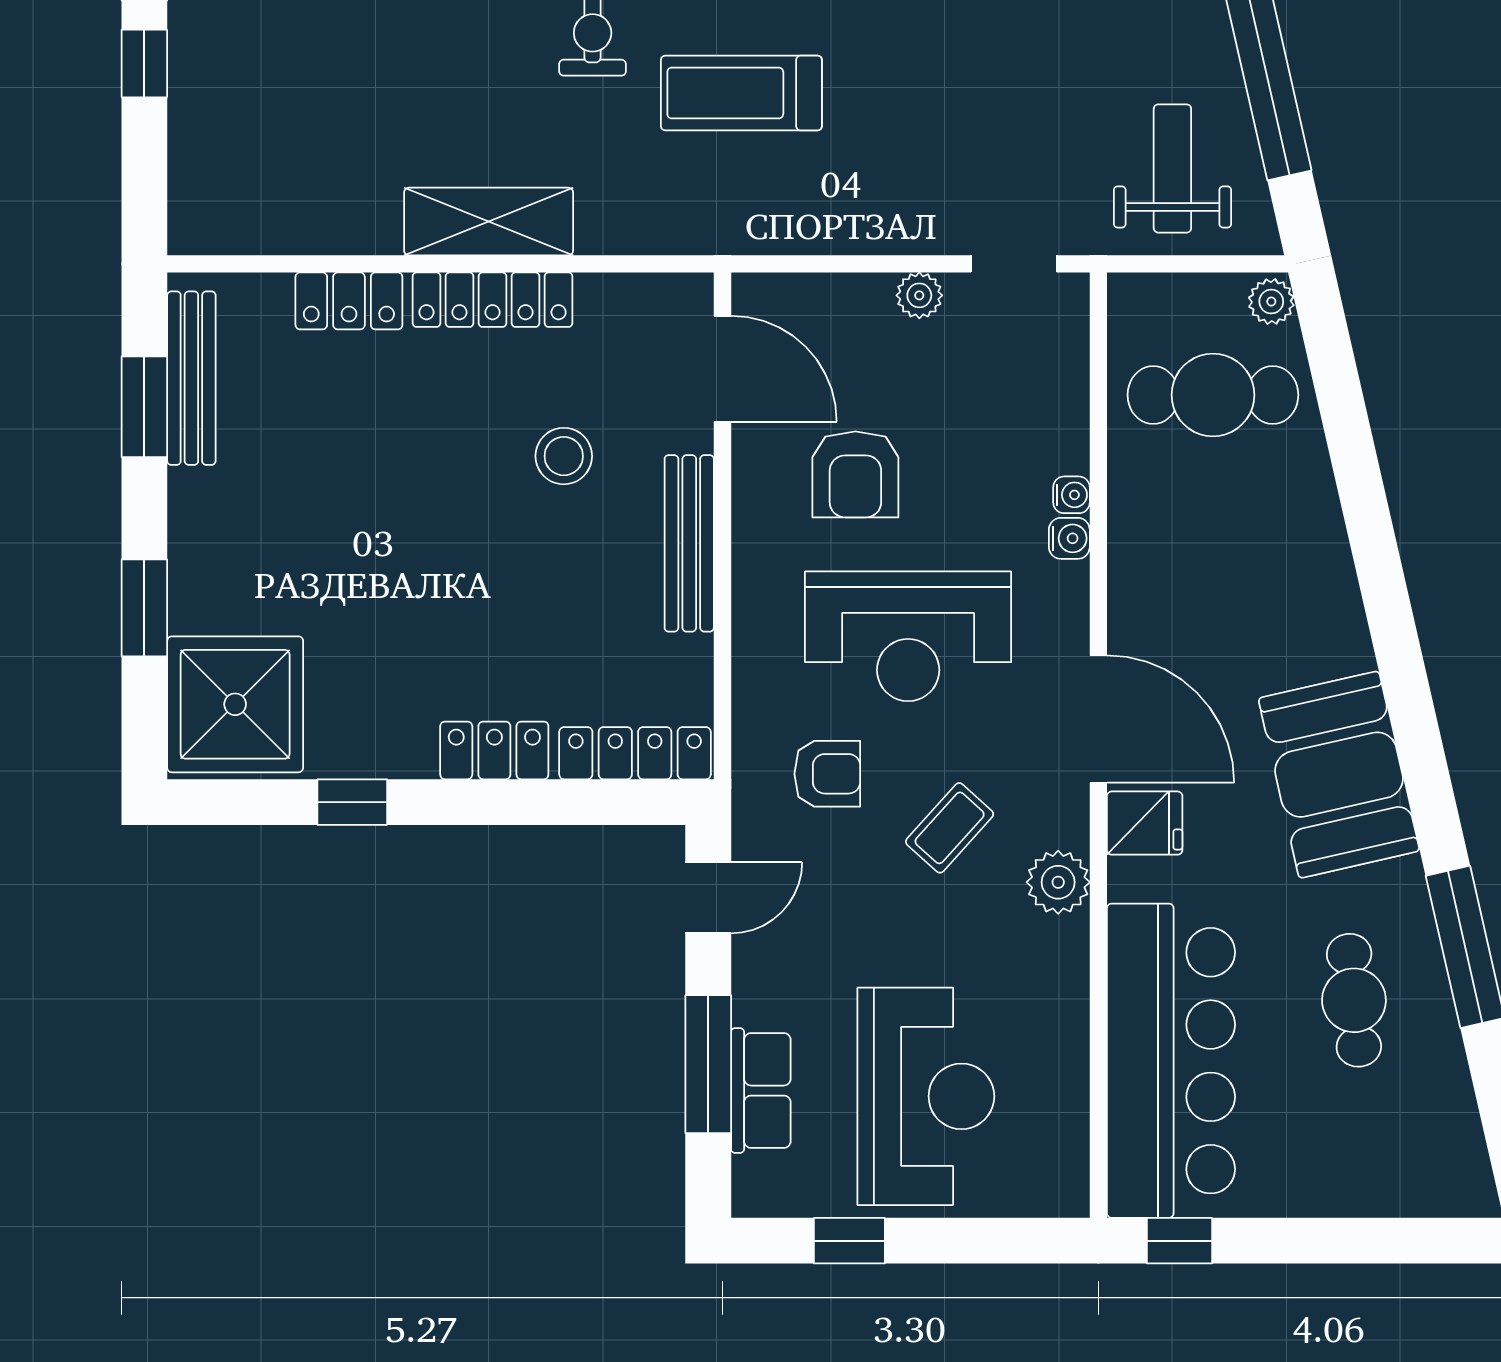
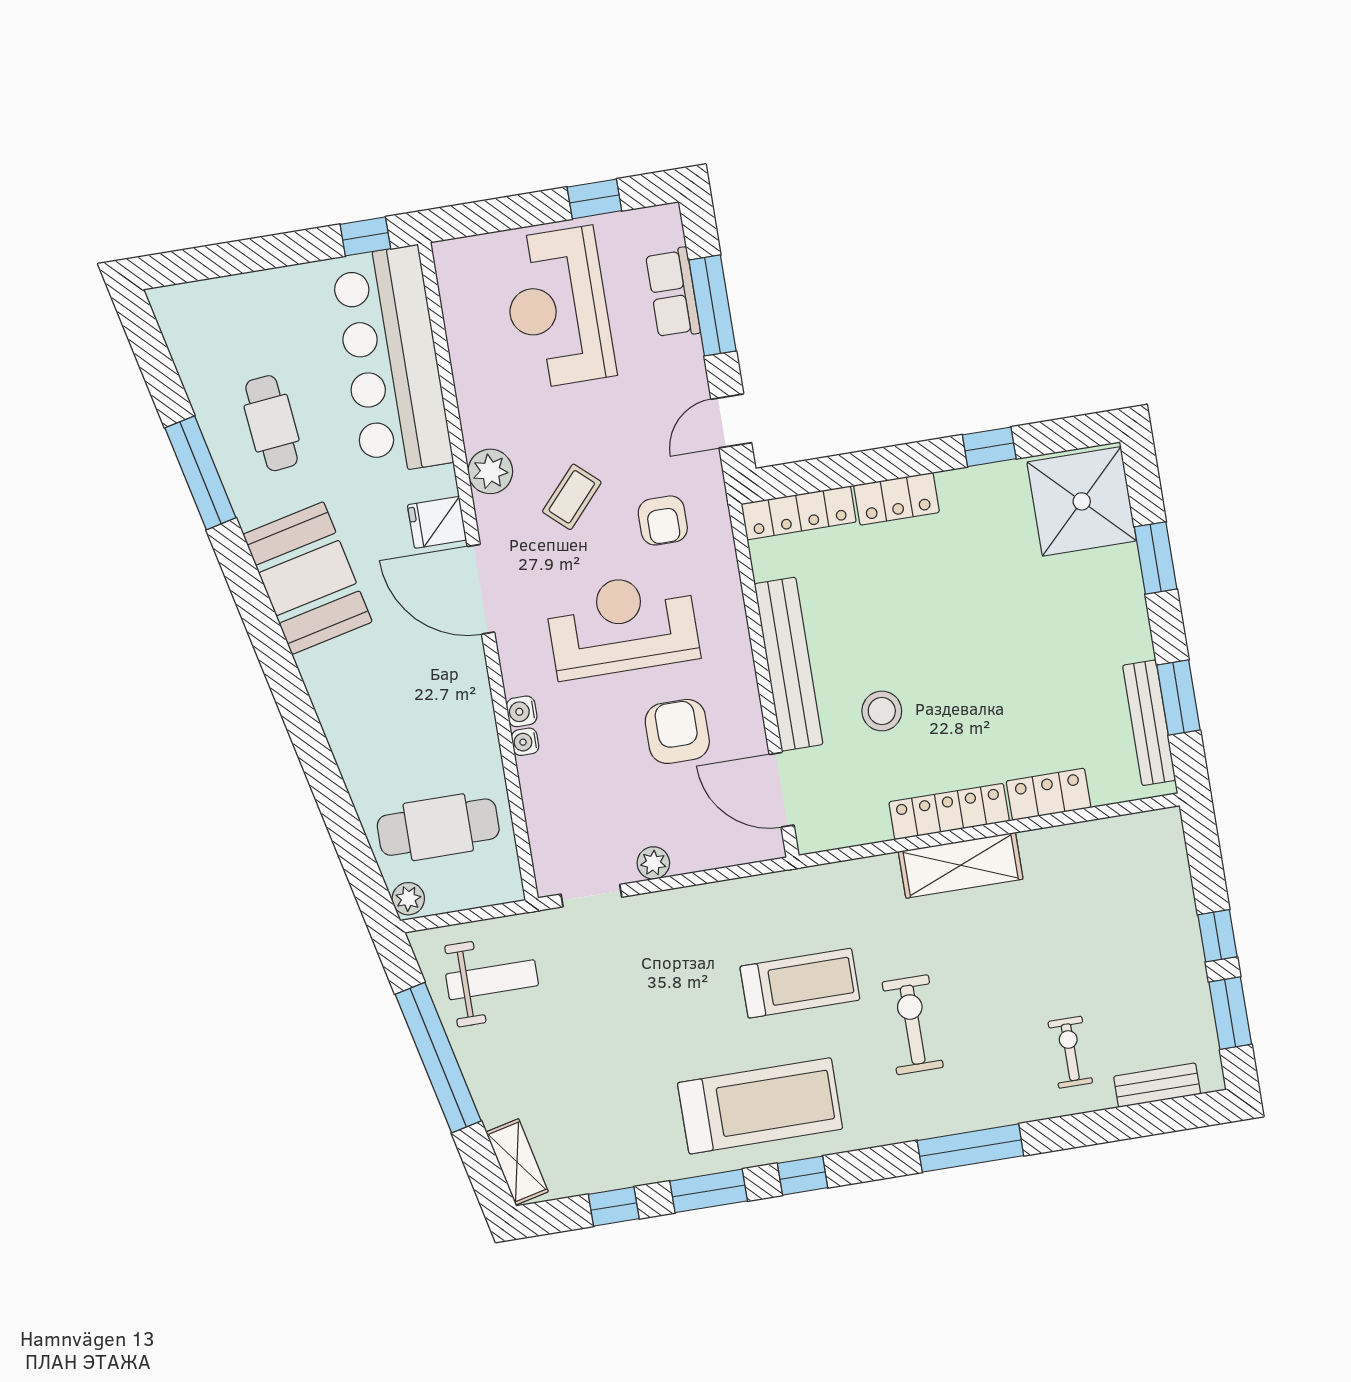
weight bench: (1172, 168) -> (492, 980), turned -90
bench: (689, 543) -> (788, 664), width x1.37, depth x1.21
armchair: (827, 774) -> (663, 520), turned -90

